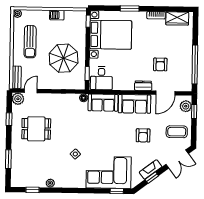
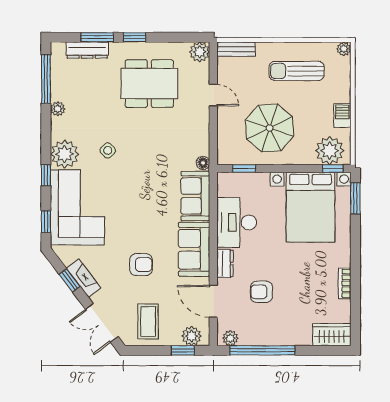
window: (130, 8) -> (355, 198), moved
wardrobe: (177, 18) -> (332, 335), moved, turned 90
plant: (78, 23) -> (330, 151), added
desk: (101, 78) -> (237, 222), moved, width x1.37
plant: (187, 83) -> (230, 338), added
door: (31, 91) -> (213, 95), moved
window: (9, 119) -> (135, 37), moved
dining table: (36, 129) -> (149, 84), width x1.38
armchair: (143, 135) -> (141, 265), turned 180
dresser: (16, 165) -> (87, 50), added
plant: (77, 179) -> (65, 154), added
window: (33, 190) -> (46, 79), width x2.17
window: (89, 191) -> (46, 175), added

